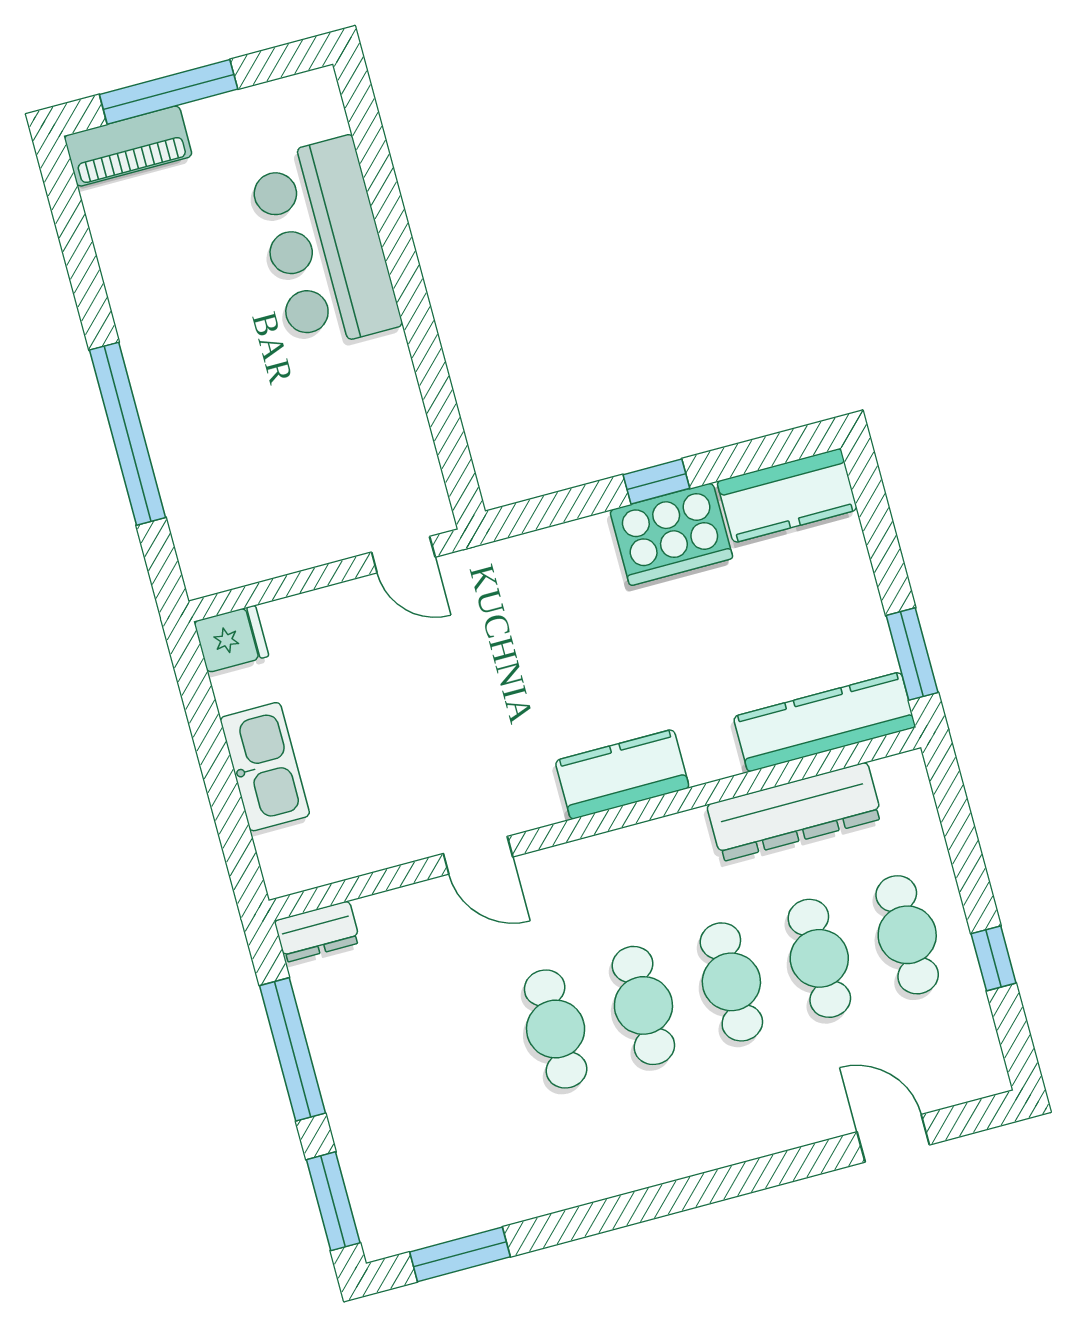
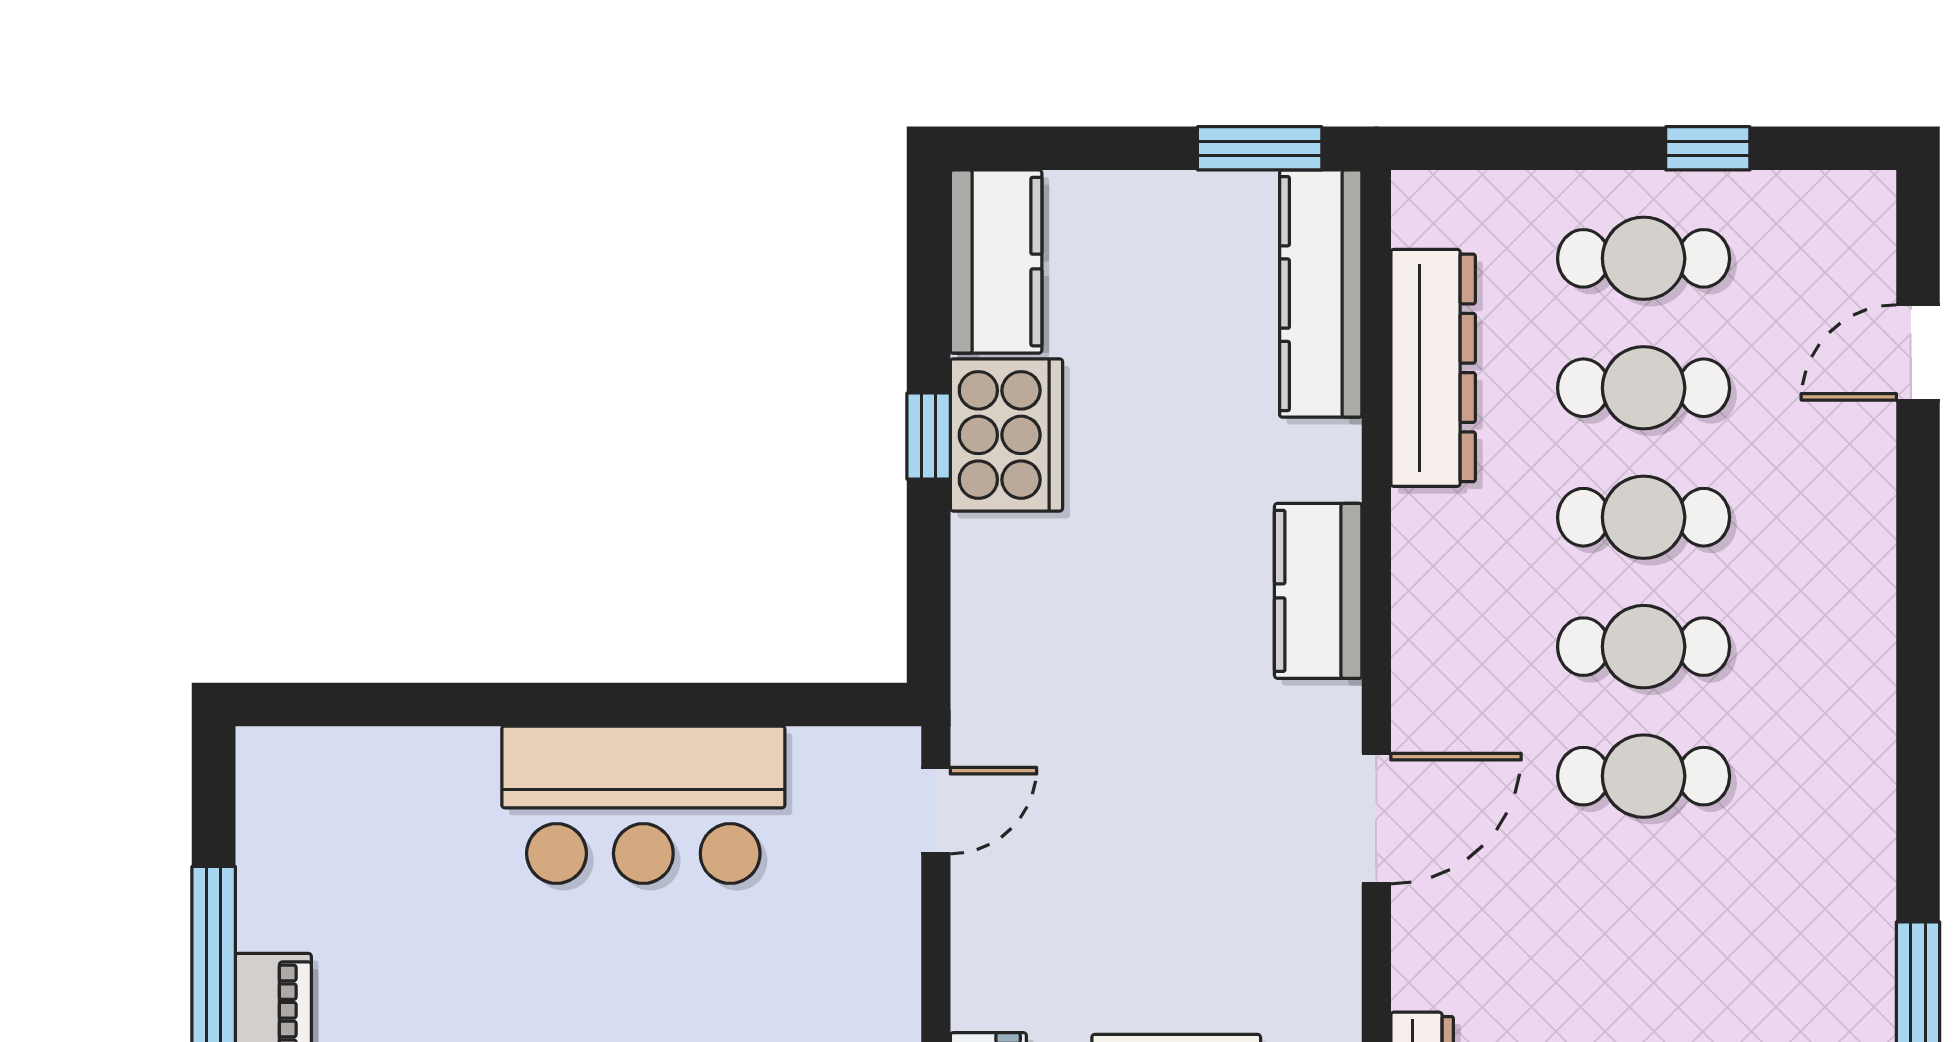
bar counter: (324, 244) -> (643, 805), moved
door: (478, 855) -> (1376, 819), width x1.38

